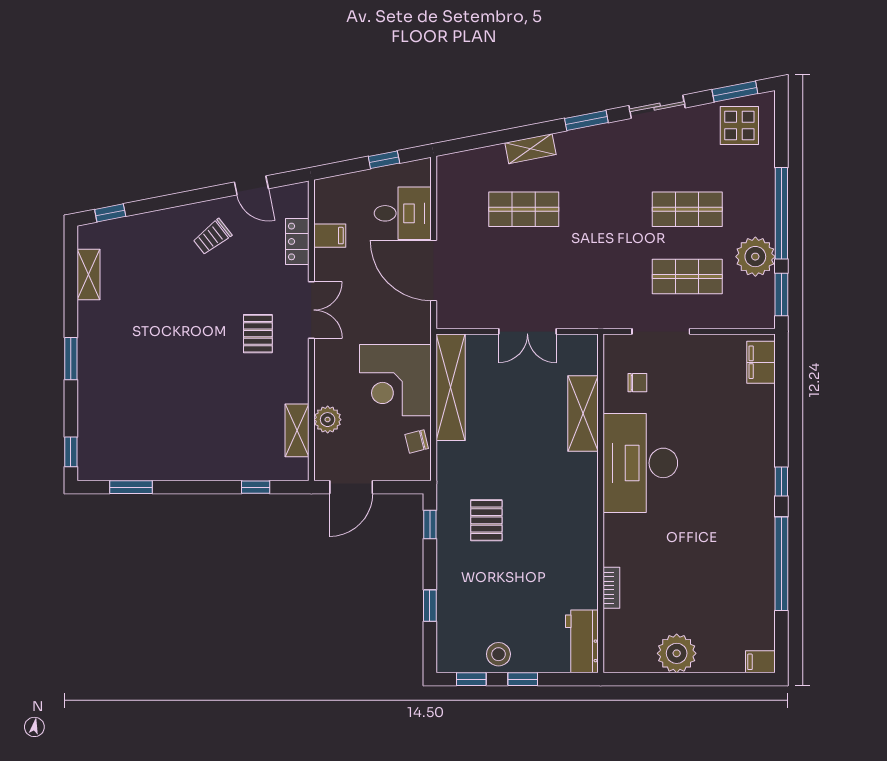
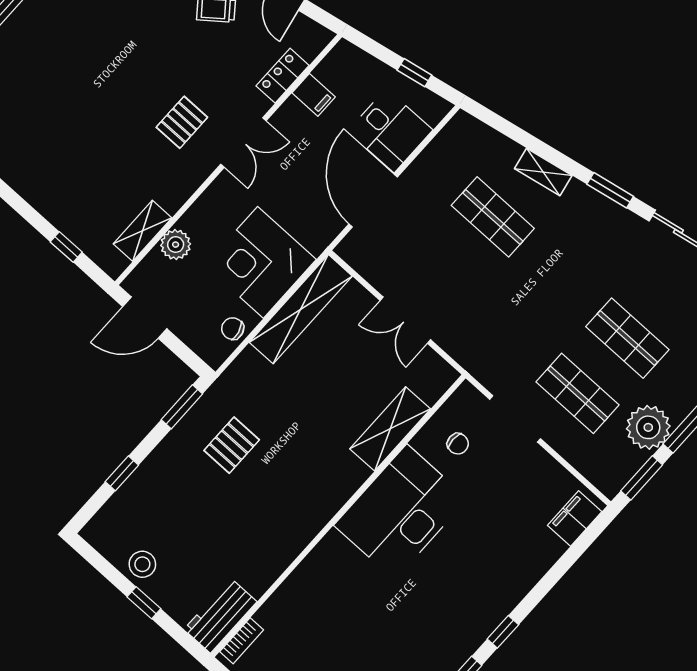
window: (430, 525) -> (182, 407), width x1.50
bookcase: (611, 588) -> (242, 641), moved
window: (471, 679) -> (102, 565), removed

